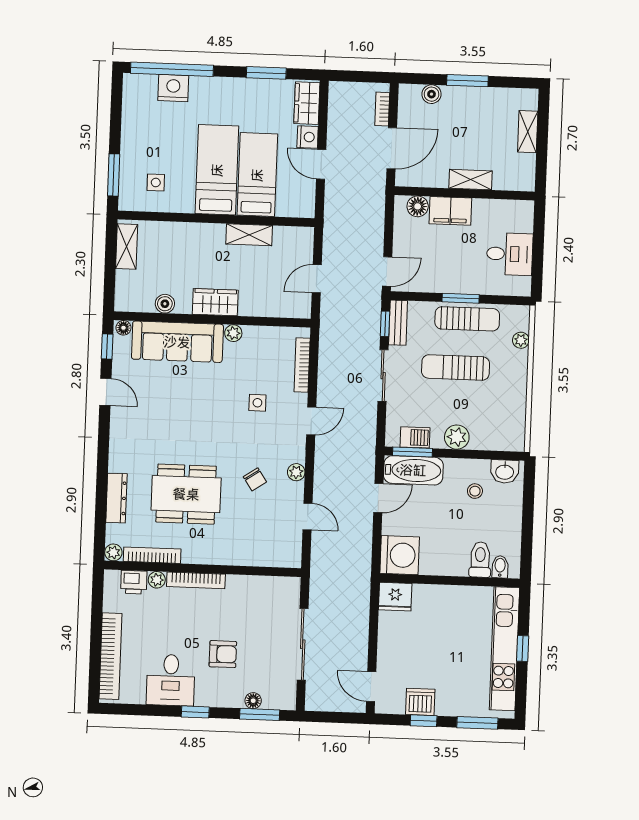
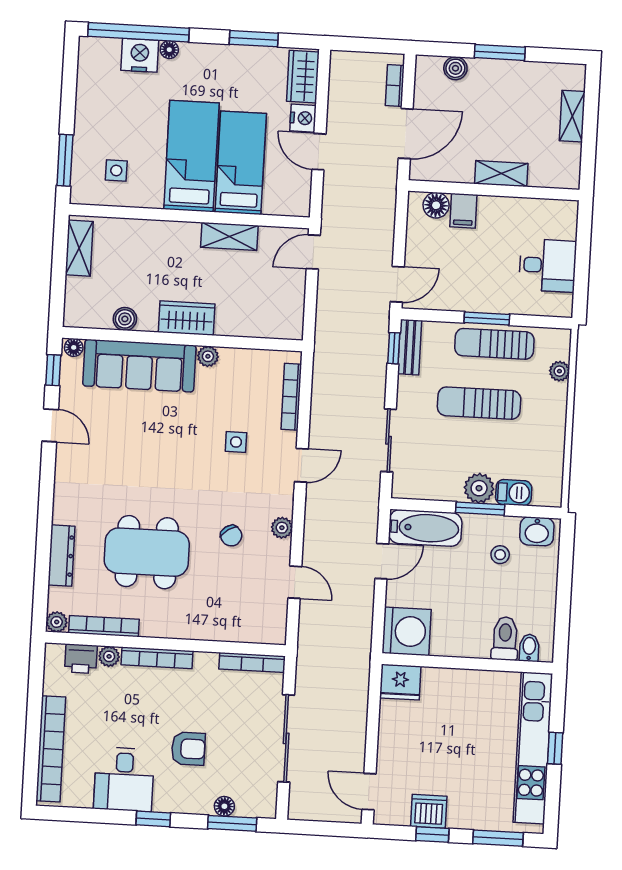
floor lamp: (197, 83) -> (169, 50), added
filing cabinet: (450, 211) -> (463, 211), width x0.50
door: (317, 279) -> (313, 252), moved
sun lounger: (467, 319) -> (494, 344), turned 180
sliding door: (383, 376) -> (389, 440), moved
barbecue: (415, 437) -> (514, 493), moved
window: (412, 452) -> (480, 509), moved
bookcase: (274, 583) -> (252, 663), added

